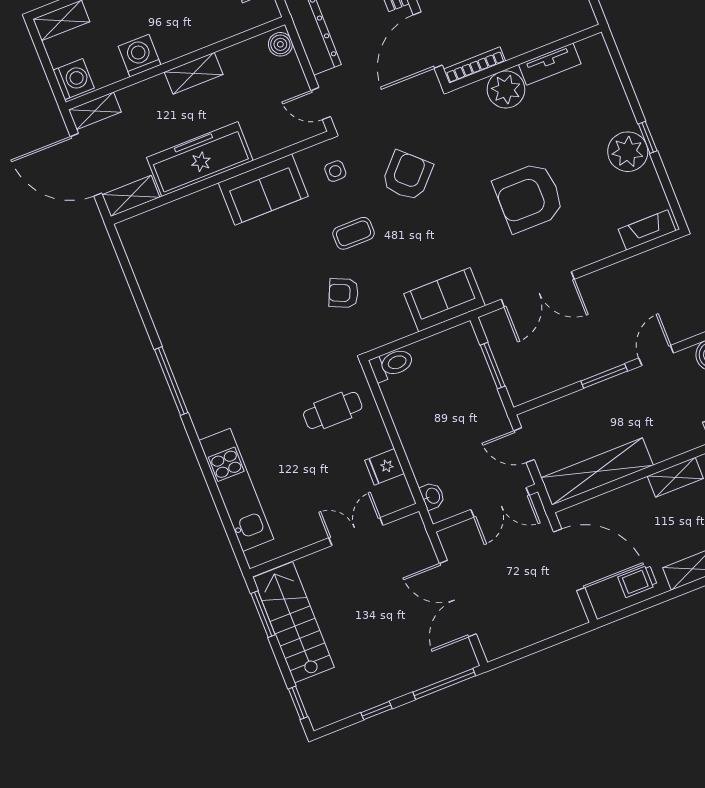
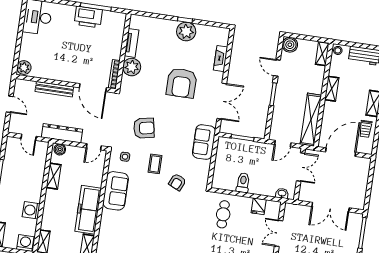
shelving: (194, 73) -> (54, 176), moved
armchair: (407, 176) -> (144, 128), turned 126
fireplace: (647, 230) -> (221, 59), moved
toilet: (392, 364) -> (243, 183), moved

